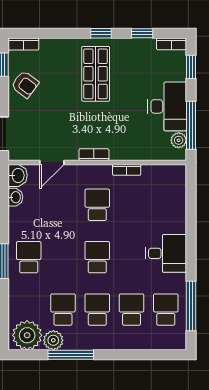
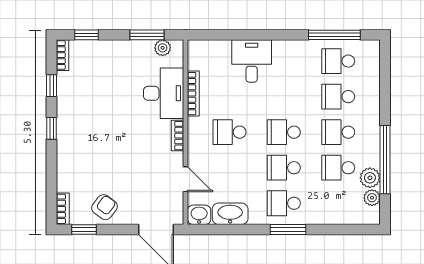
shop shelf: (96, 74) -> (94, 134), removed
desk: (167, 106) -> (164, 93), moved, turned 90
window: (191, 125) -> (147, 35), width x0.69
bookcase: (127, 170) -> (193, 94), width x1.56
washbasin: (15, 197) -> (230, 214), width x1.91, depth x1.45
desk: (166, 253) -> (252, 61), moved
school desk: (63, 257) -> (284, 168), added
plant: (27, 335) -> (372, 198), width x0.53, depth x0.53
window: (71, 355) -> (385, 160), width x1.46

